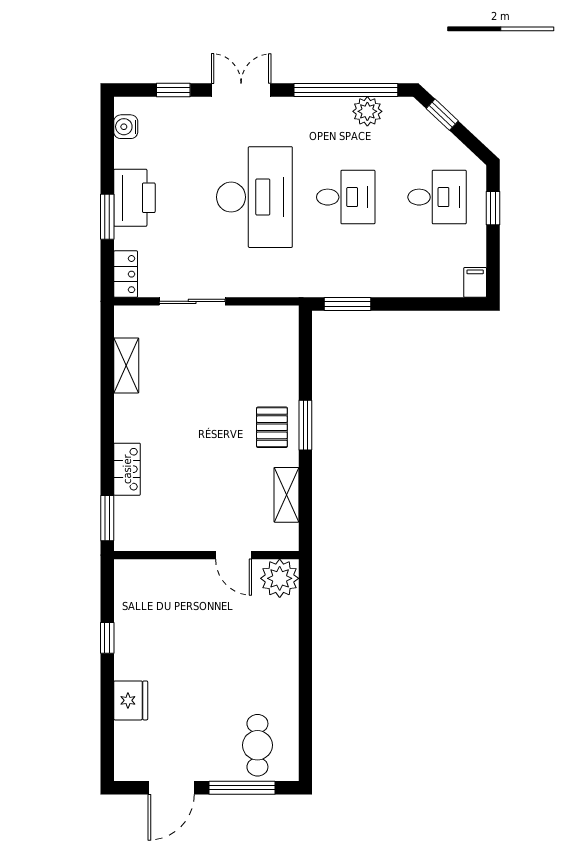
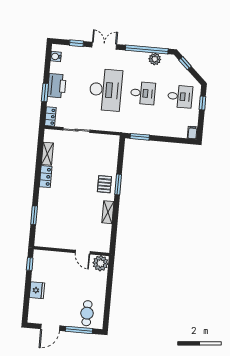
locker: (127, 469) -> (46, 177), moved
wall: (206, 555) -> (71, 251), moved
door: (234, 555) -> (83, 252), moved
plant: (280, 578) -> (101, 263), moved

